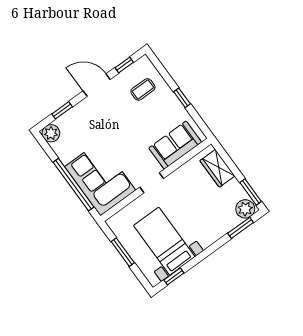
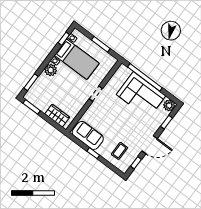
sofa: (175, 145) -> (88, 135), moved, turned -90
corner sofa: (100, 178) -> (141, 95), moved
plant: (245, 209) -> (51, 70), moved

